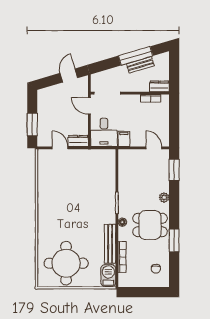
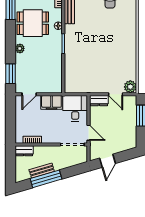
filing cabinet: (124, 139) -> (51, 102), width x2.00
door: (154, 148) -> (29, 94), hinge flipped
plant: (44, 156) -> (130, 87), added

